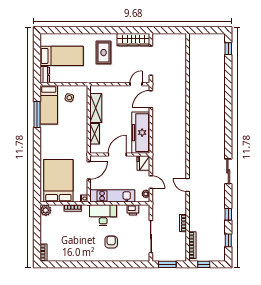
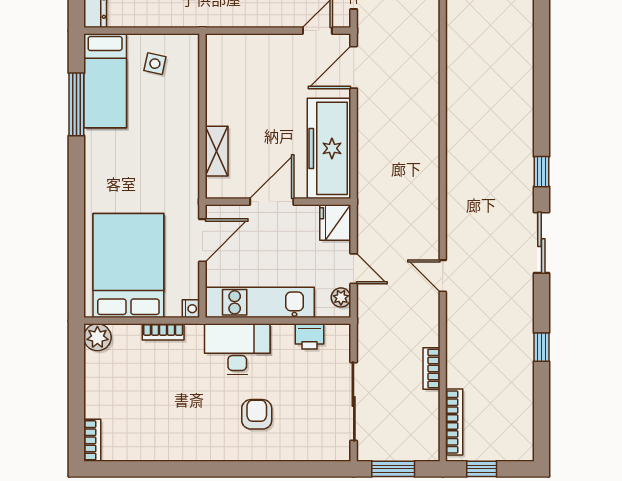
shelving: (96, 108) -> (219, 89), removed
window: (228, 240) -> (541, 172), moved

